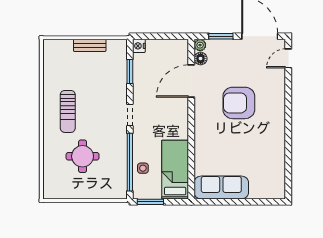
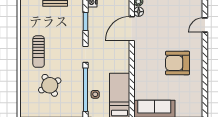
door: (288, 58) -> (205, 25), moved
armchair: (239, 103) -> (177, 63), moved
round table: (83, 156) -> (50, 85), turned -30

